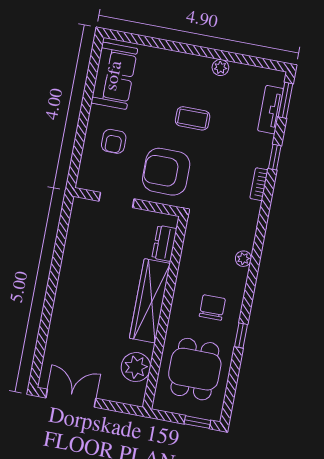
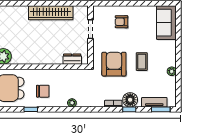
sofa: (114, 76) -> (166, 23), moved, turned 90
floor lamp: (258, 152) -> (130, 100), added
armchair: (166, 172) -> (114, 64), moved
wardrobe: (150, 301) -> (51, 13), moved, turned 180

